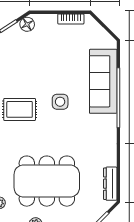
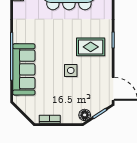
side table: (60, 102) -> (71, 70), moved

